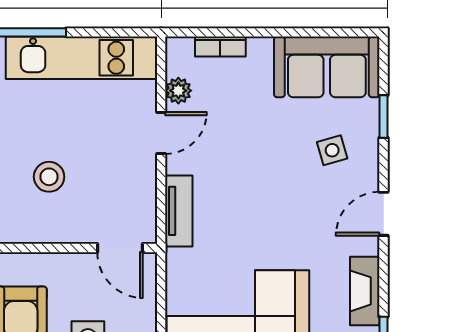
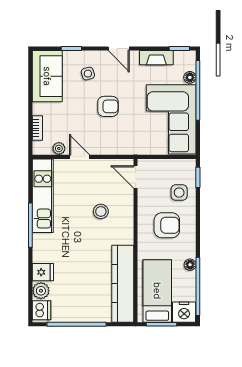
armchair: (265, 192) -> (108, 106), added
tv unit: (179, 211) -> (117, 148), removed
door: (120, 248) -> (136, 177), swing flipped

